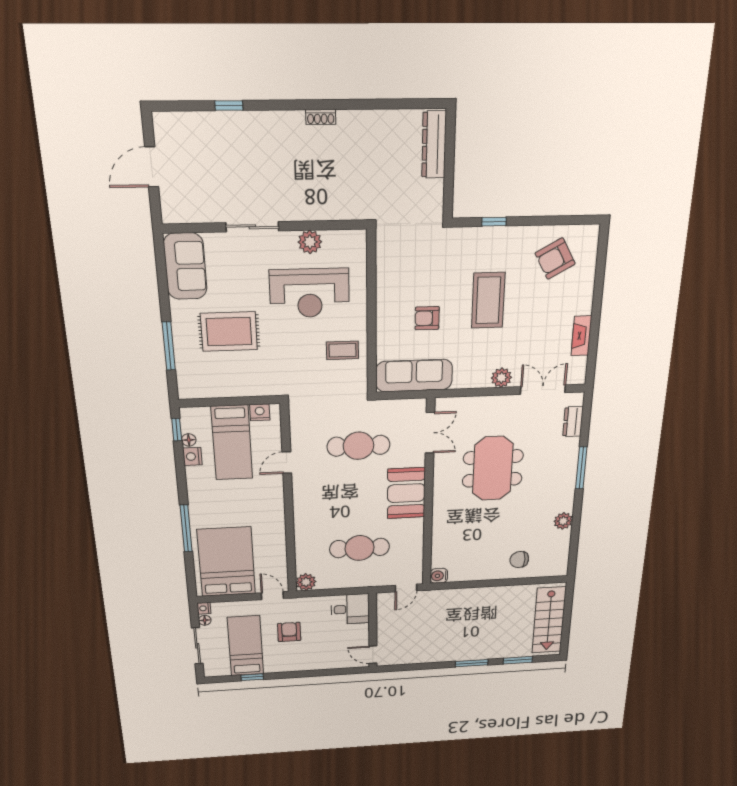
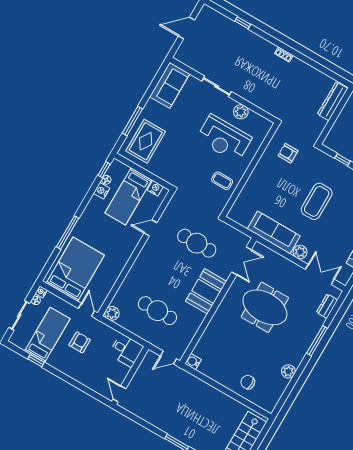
armchair: (427, 318) -> (288, 153), moved
rug: (229, 332) -> (146, 141), moved, turned 90
sofa: (414, 376) -> (274, 232), moved
meeting table: (493, 468) -> (265, 307), turned 90

